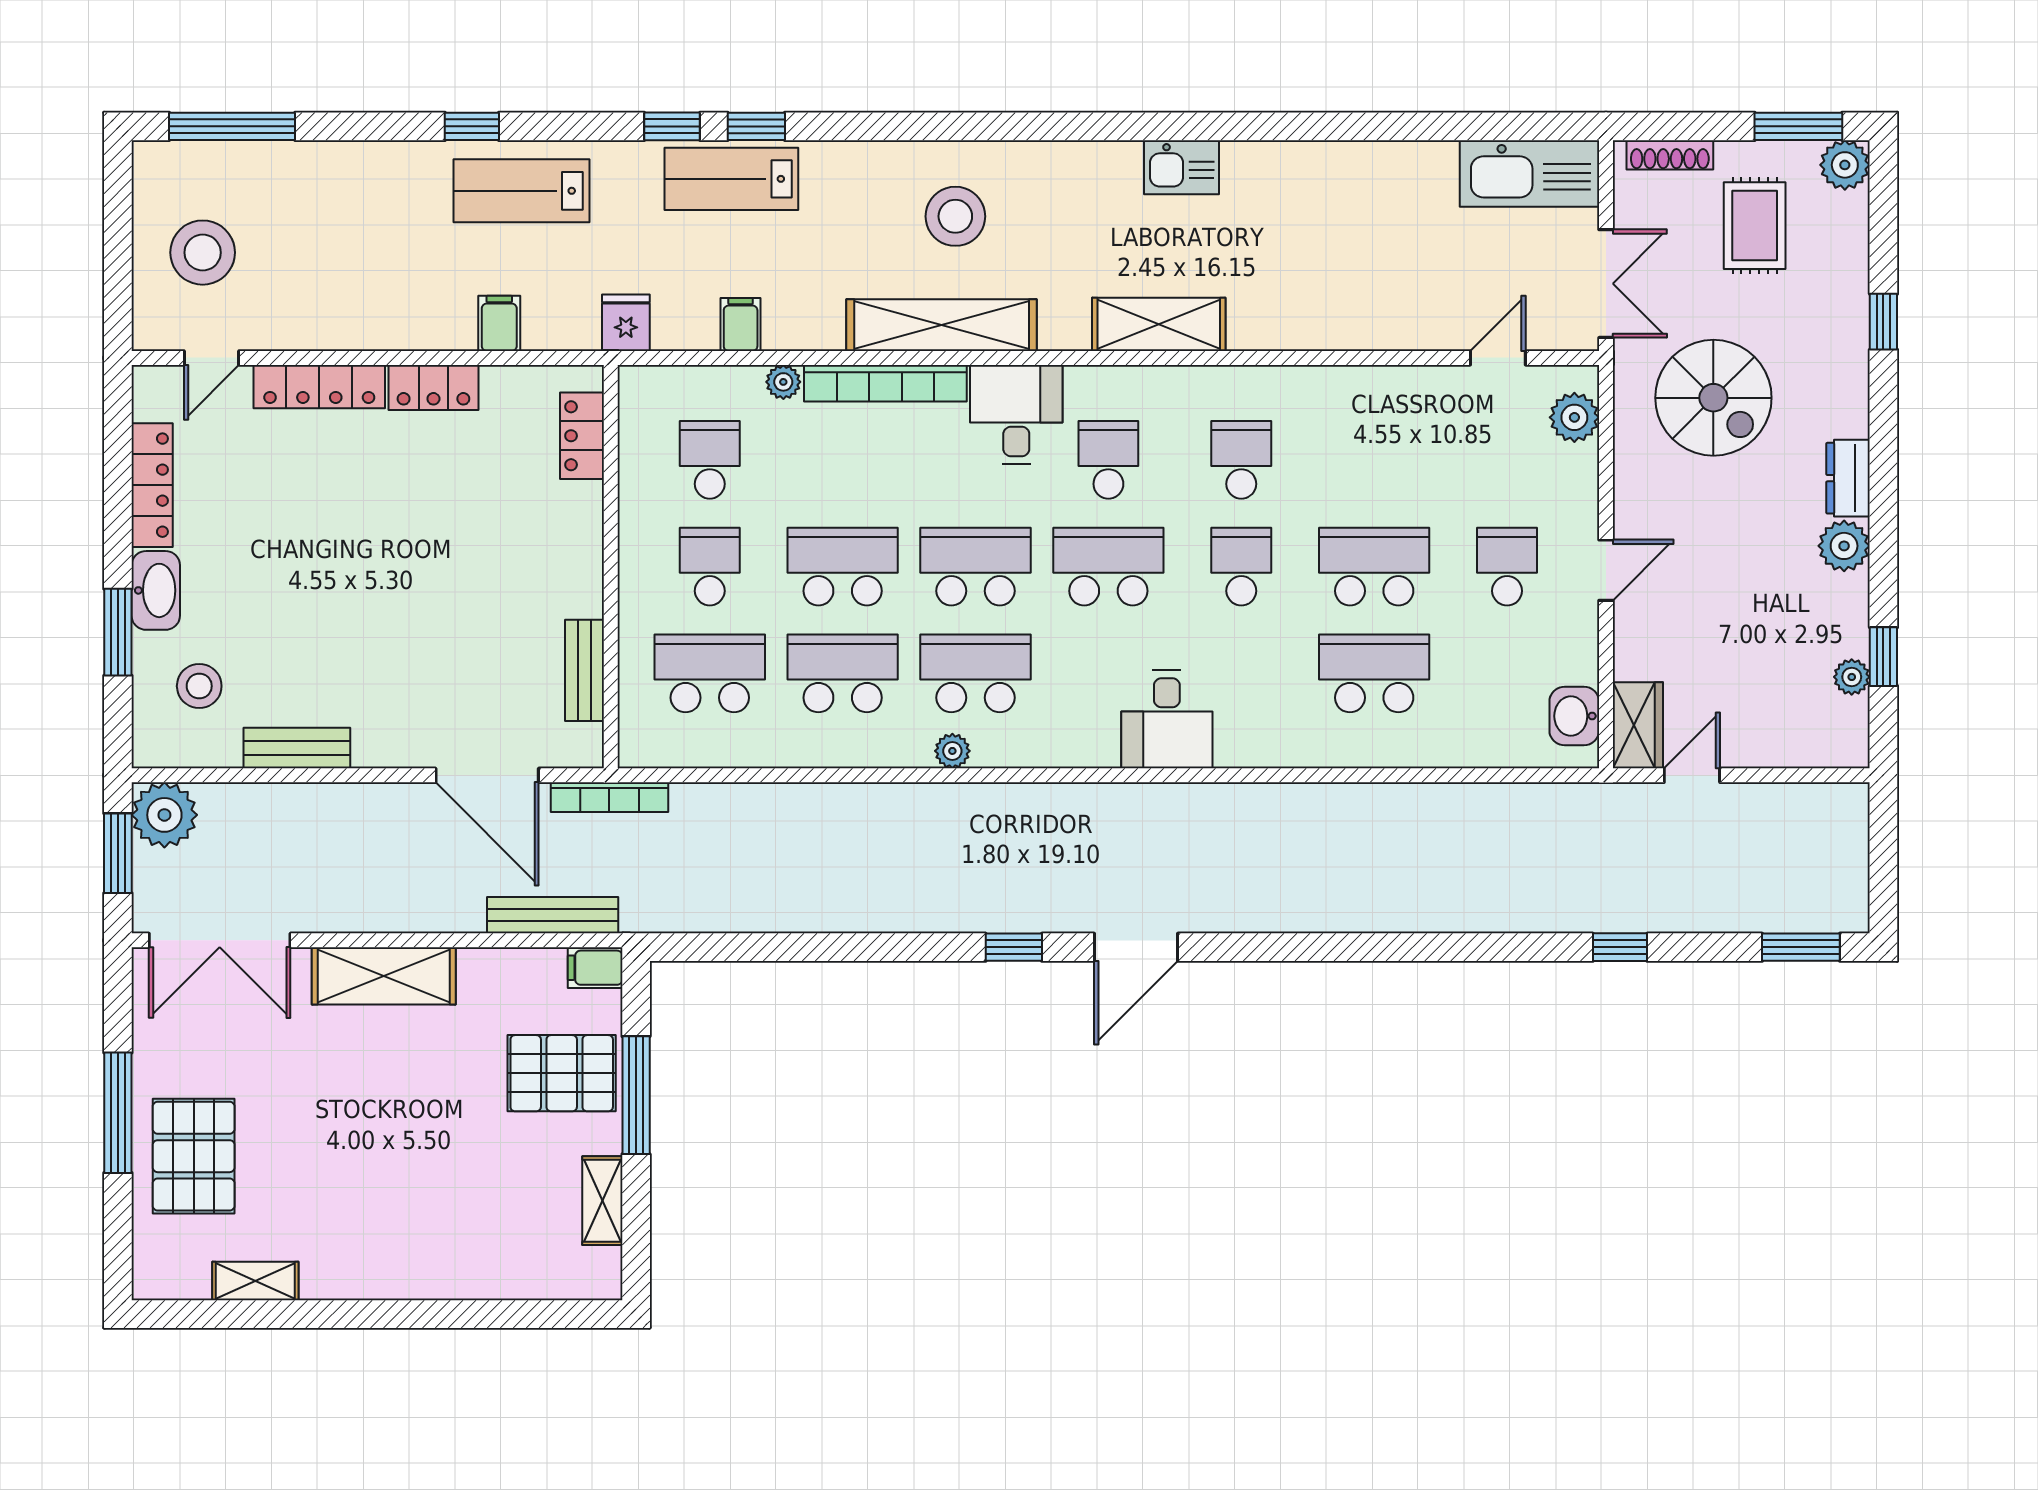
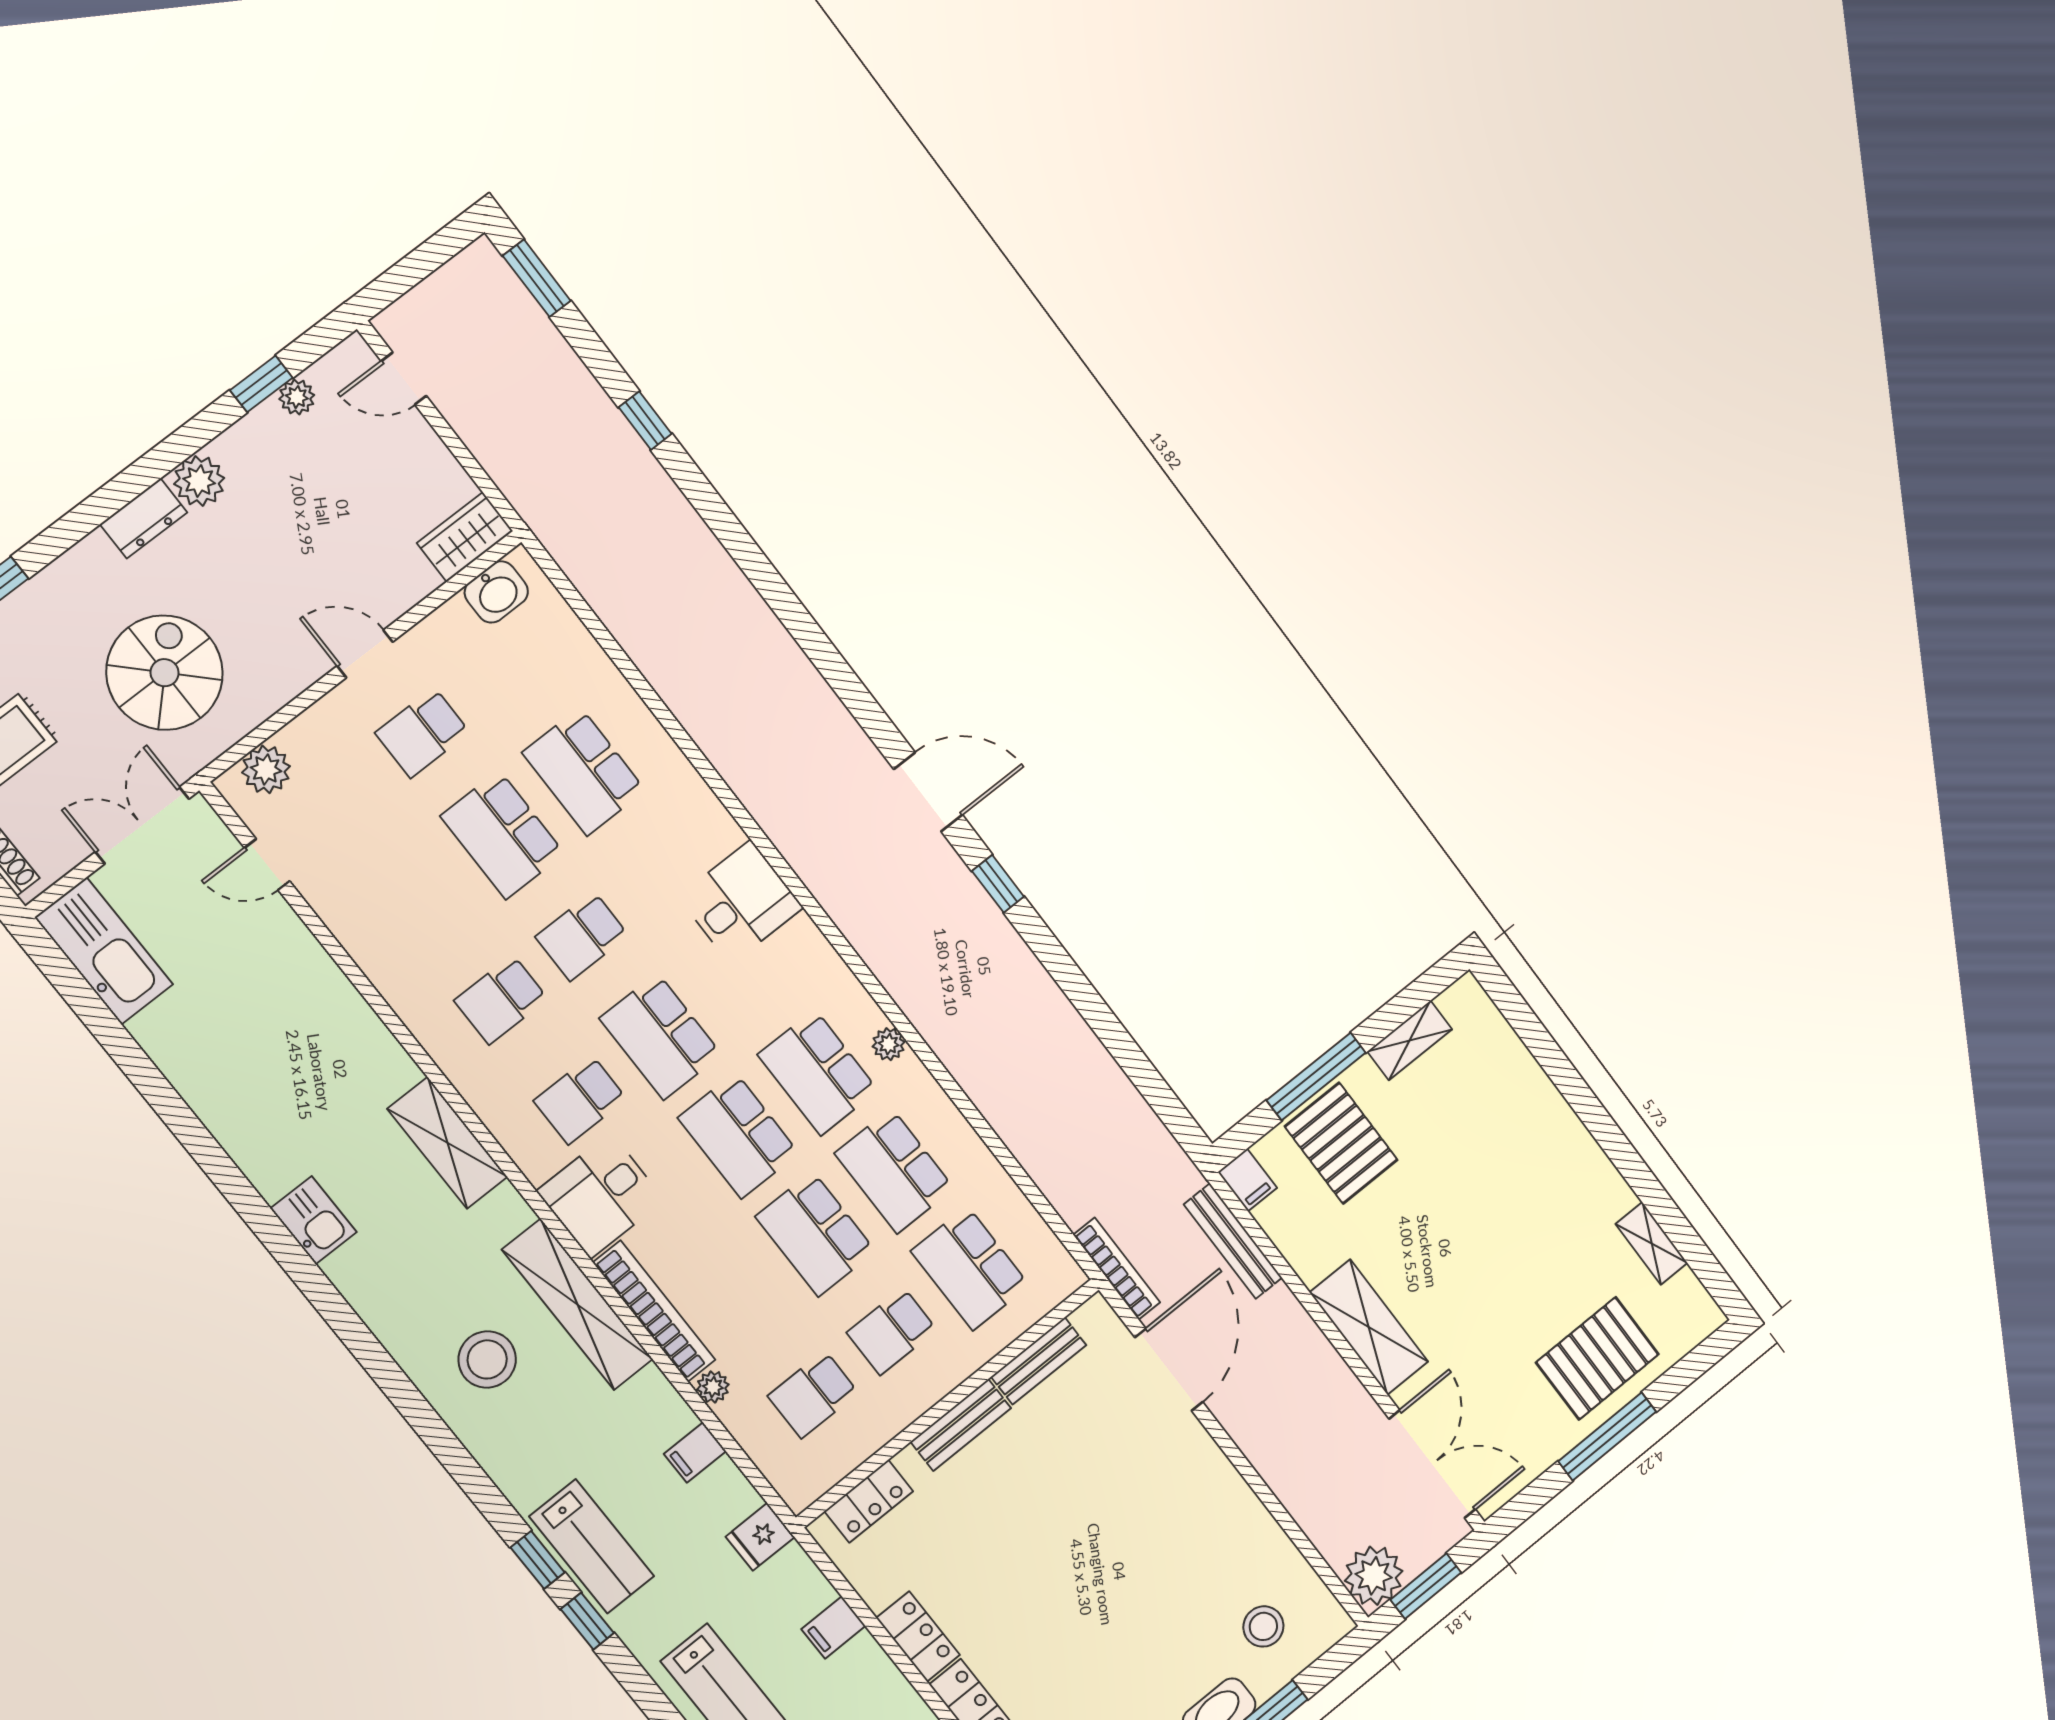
bench: (297, 748) -> (961, 1425), moved, turned 90
door: (1692, 775) -> (404, 379), moved

